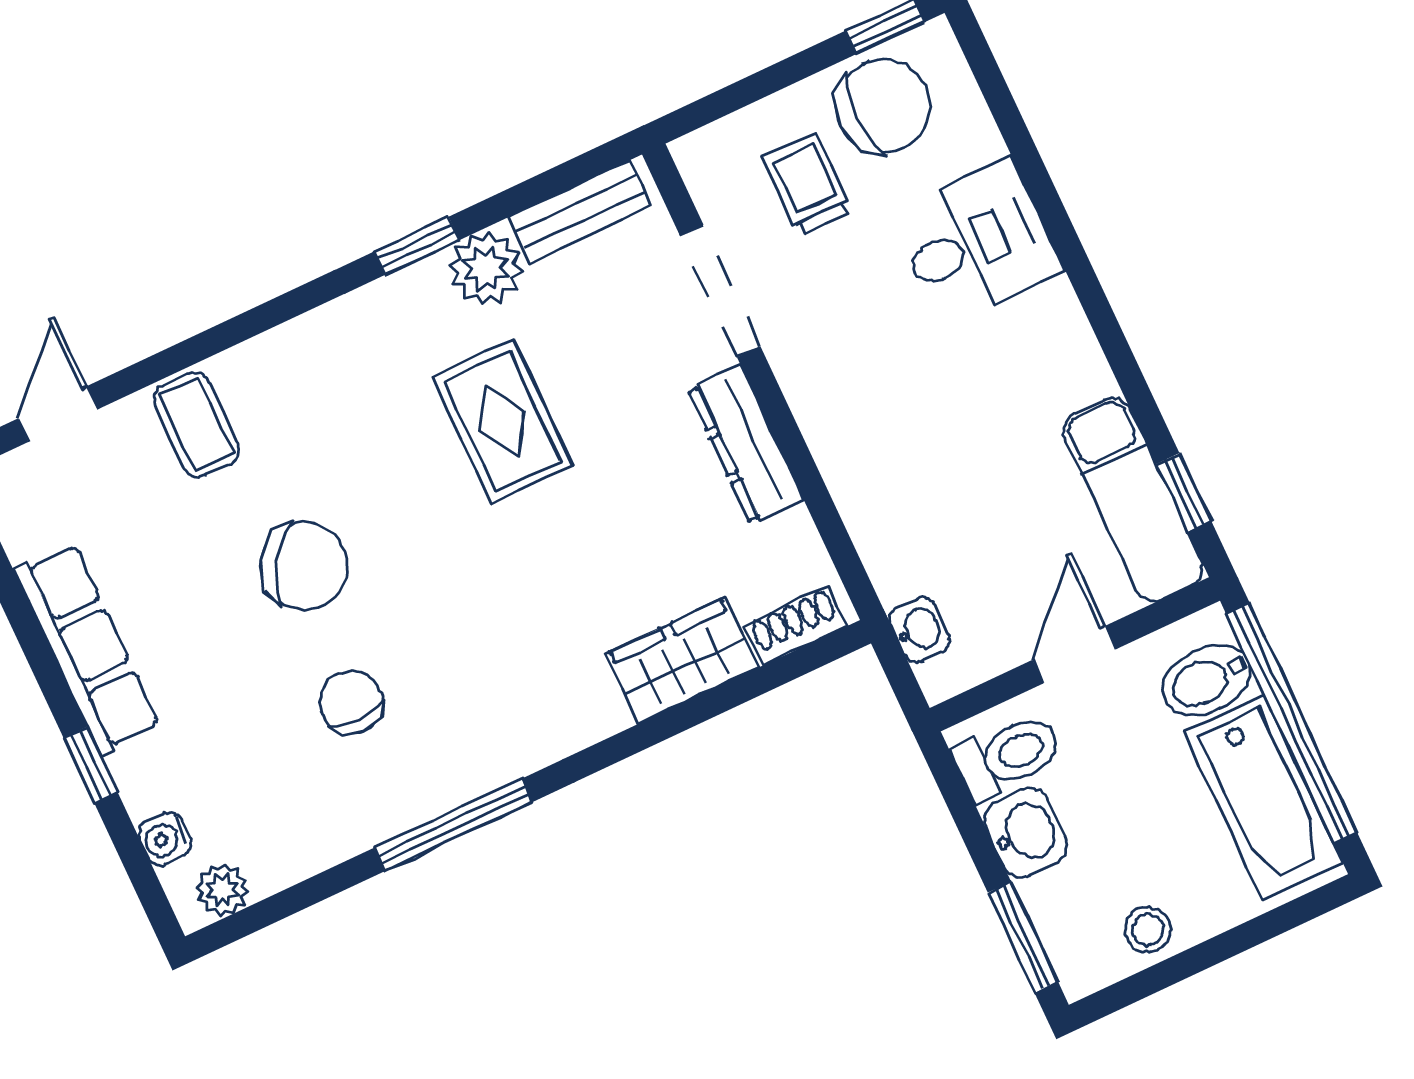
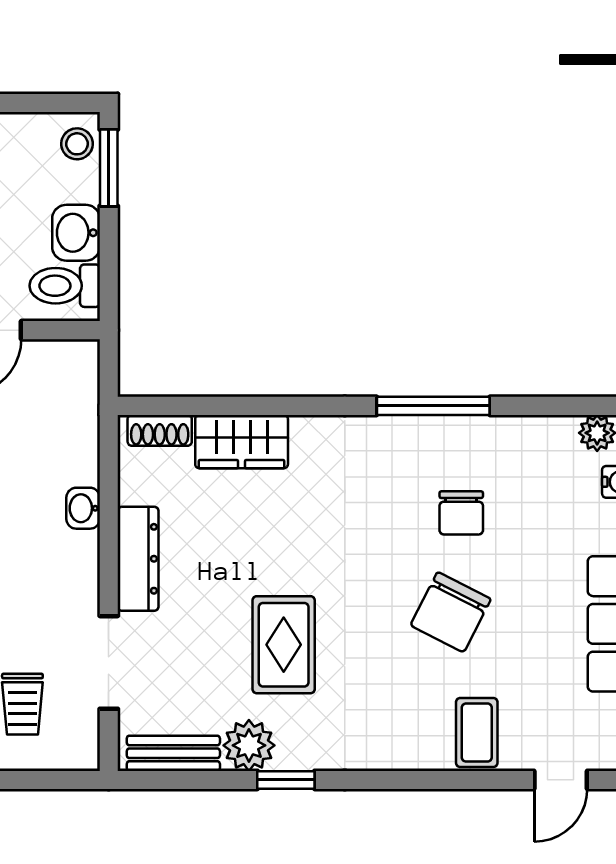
chair: (304, 566) -> (451, 612), turned -96
washbasin: (920, 630) -> (83, 508), moved
stool: (1148, 930) -> (77, 144), moved

